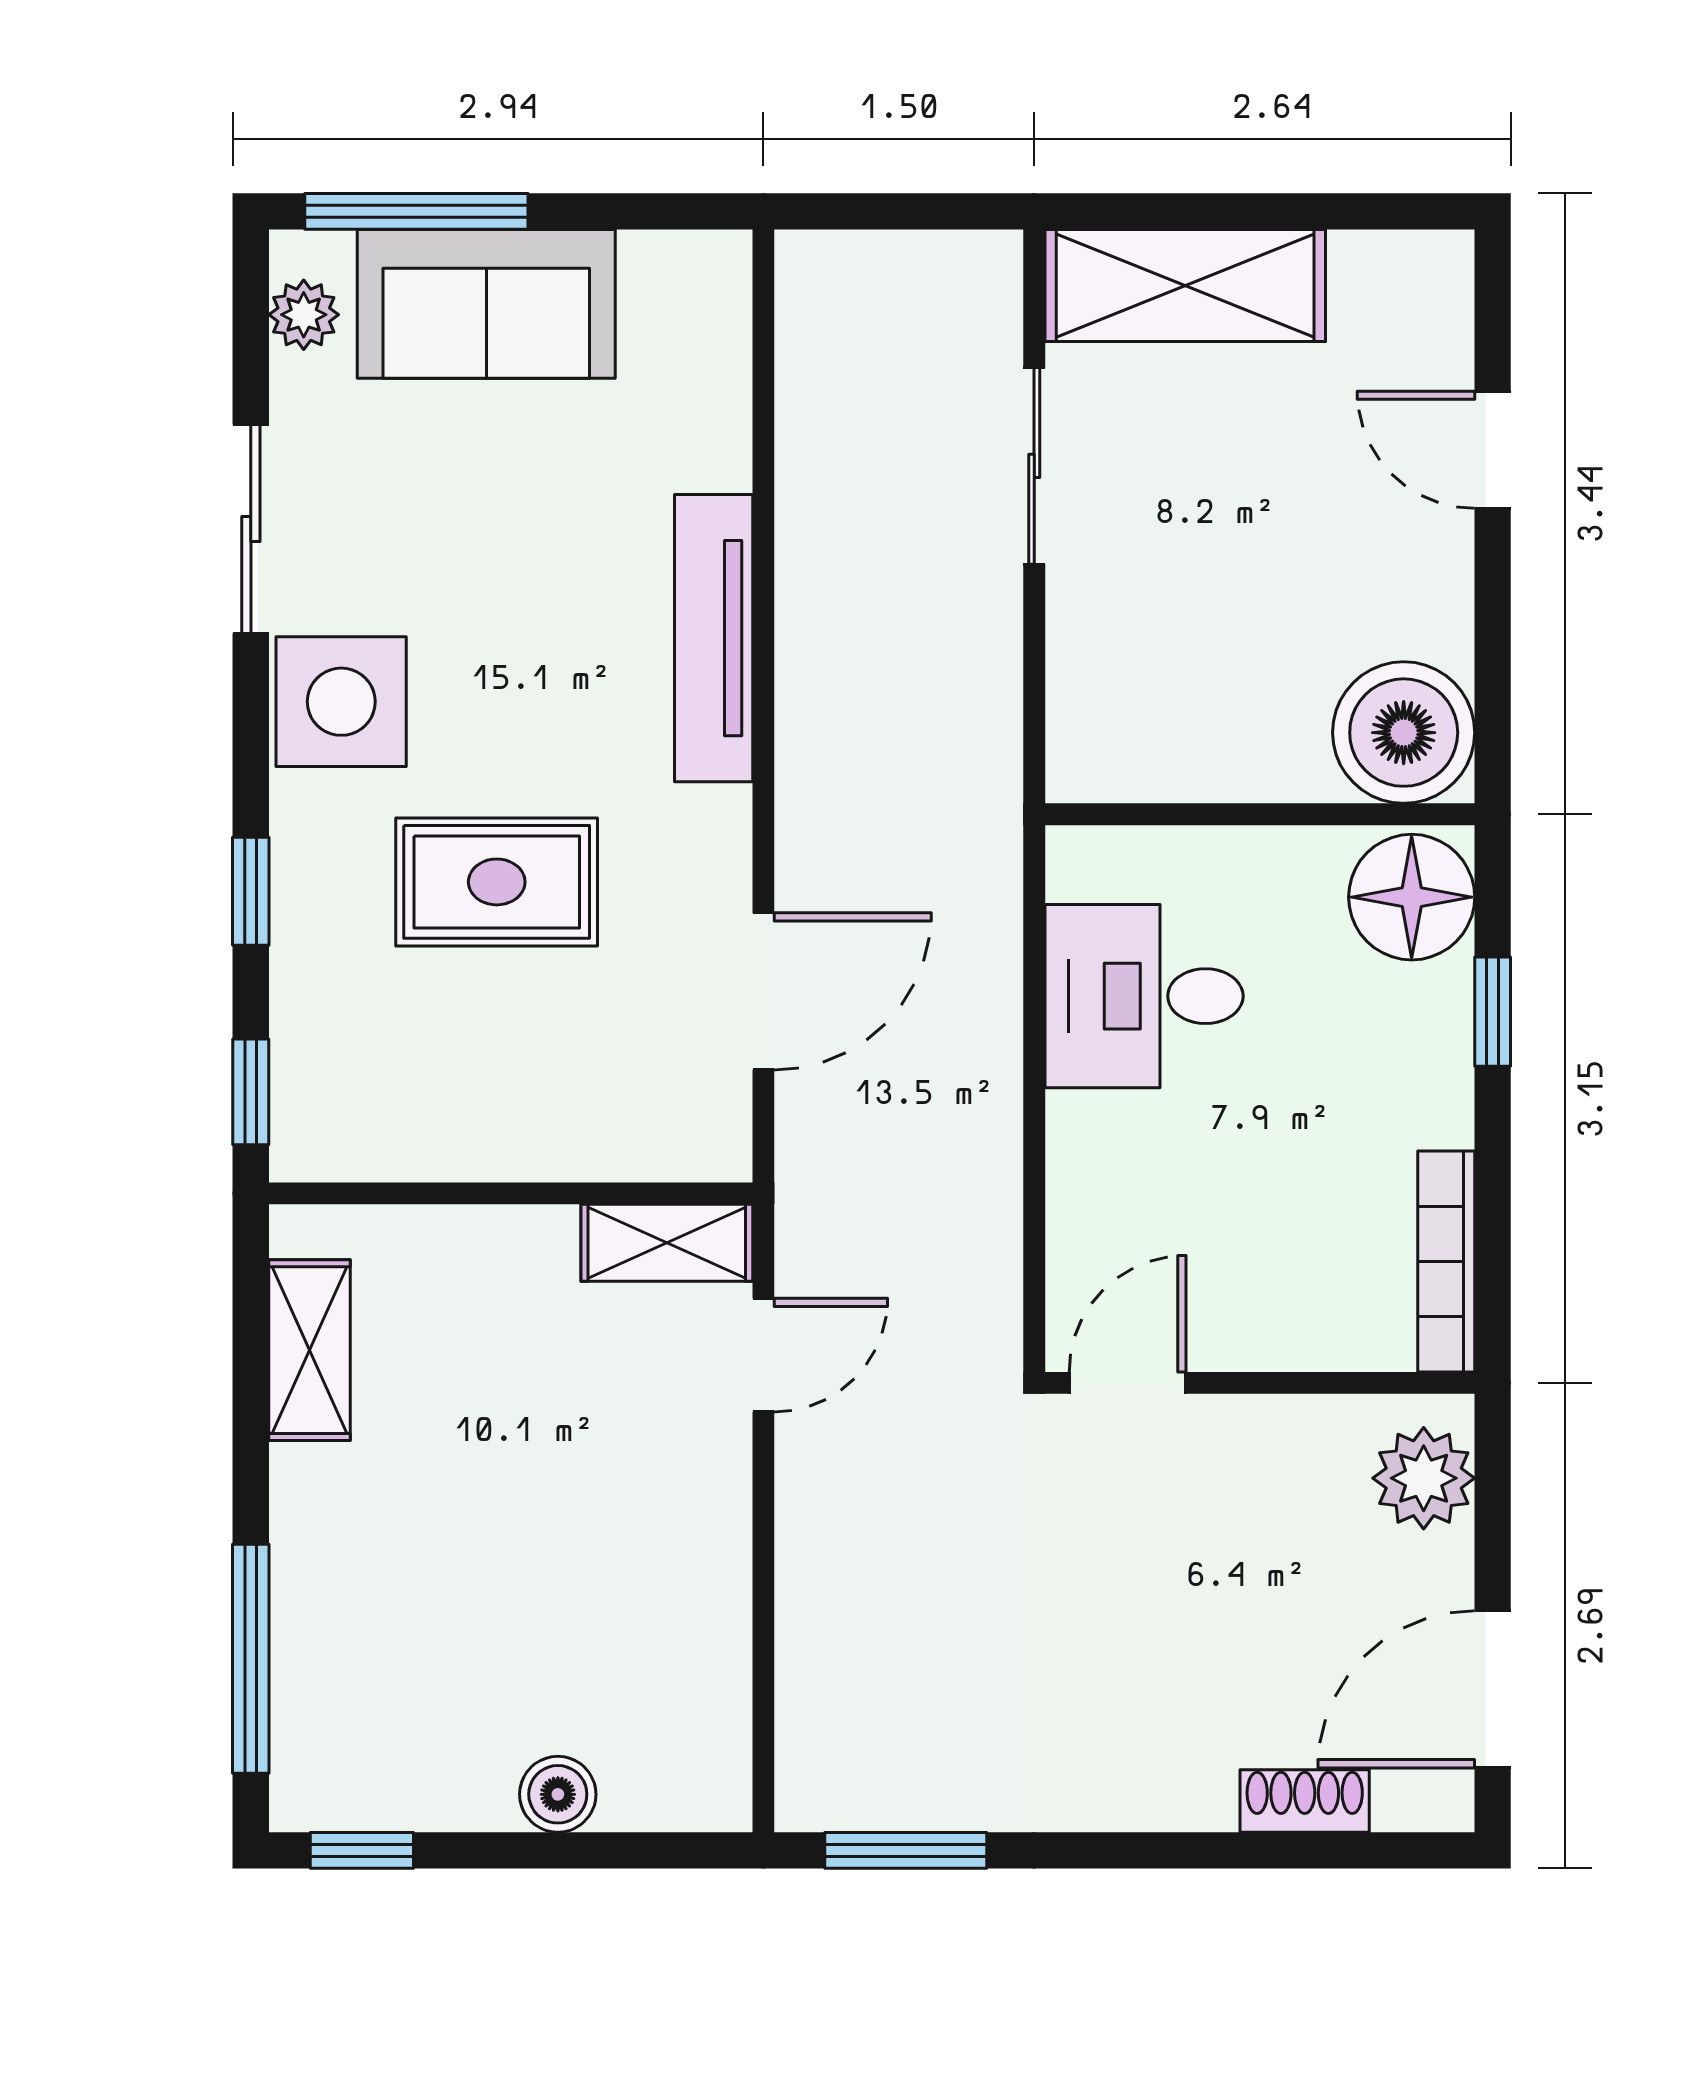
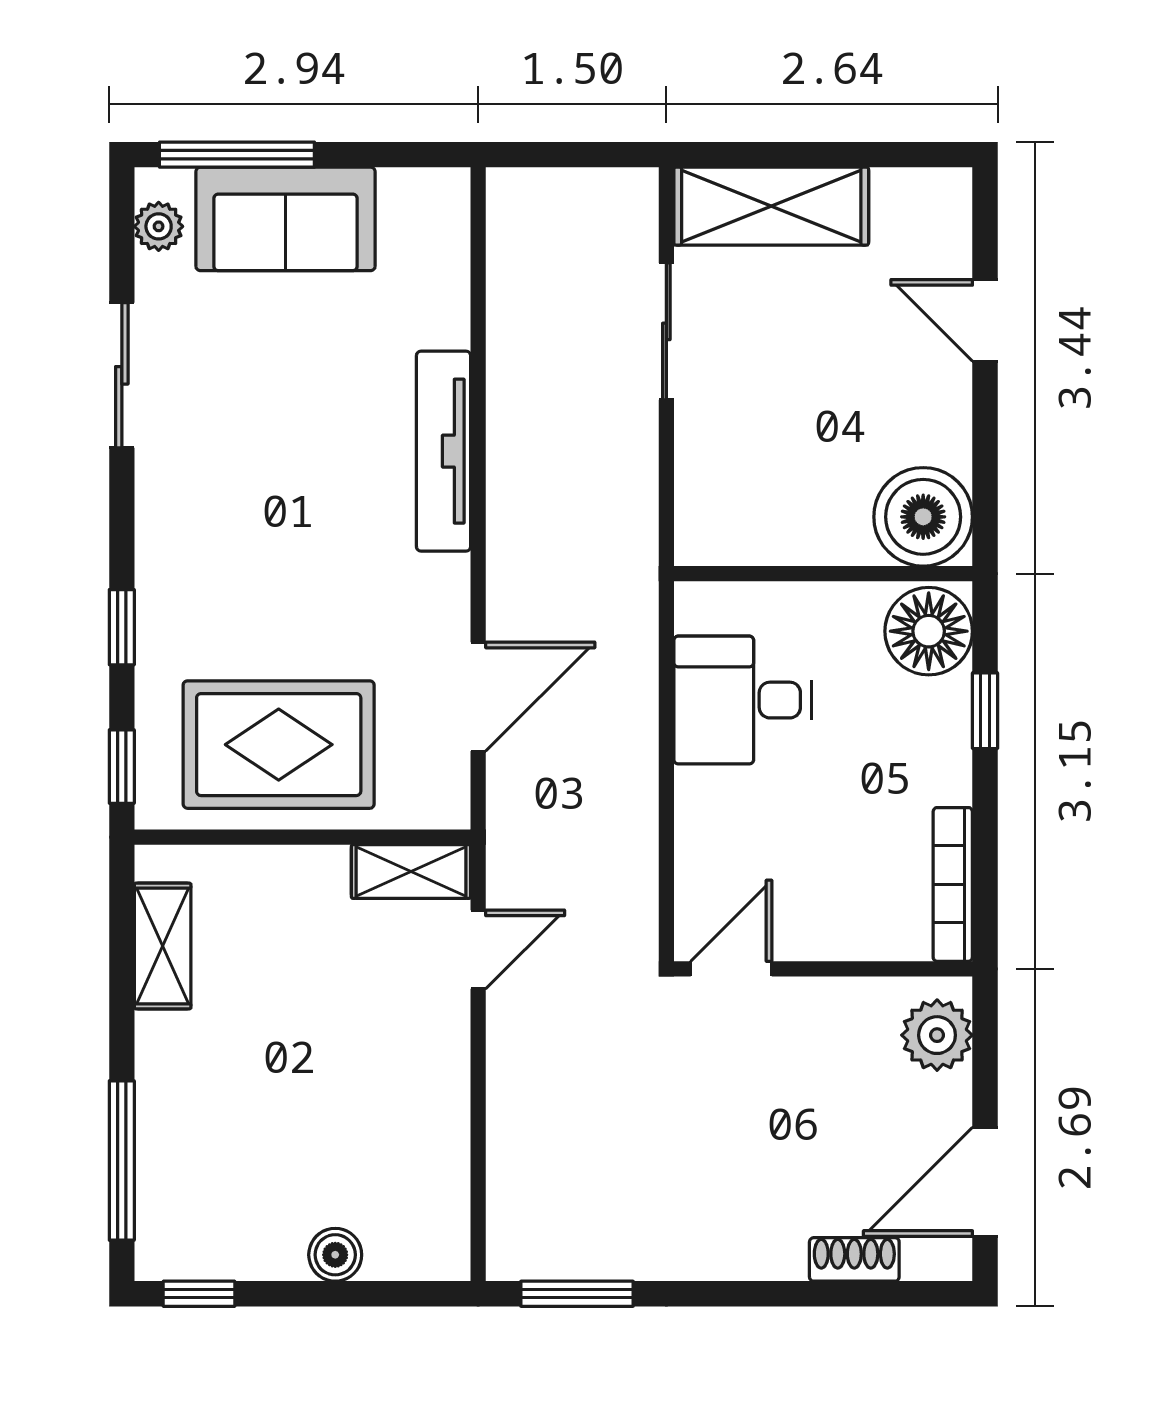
side table: (341, 702) -> (185, 495), removed
rug: (497, 882) -> (279, 745), moved, width x1.36, depth x1.43

